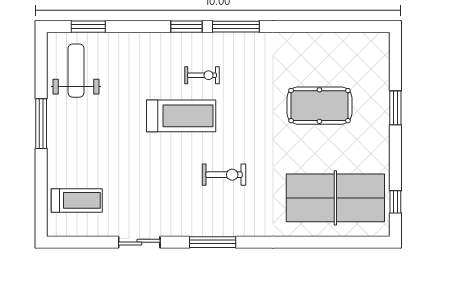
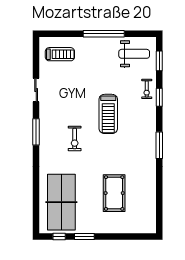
window: (186, 27) -> (159, 97), moved
exercise bike: (202, 75) -> (147, 89), moved
window: (395, 108) -> (84, 236), moved
window: (41, 124) -> (104, 34), width x1.46
treadmill: (77, 200) -> (60, 54), turned -90

